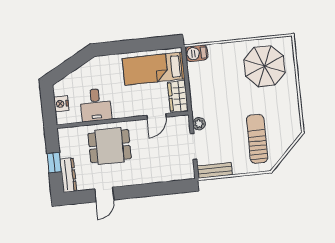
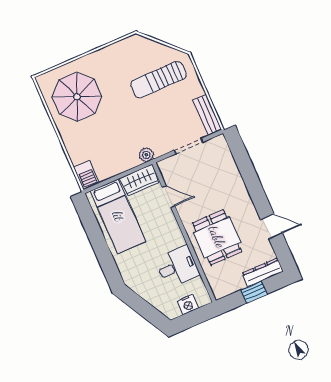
plant: (199, 124) -> (146, 155), moved

